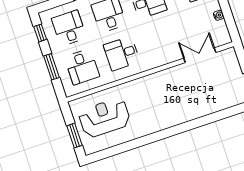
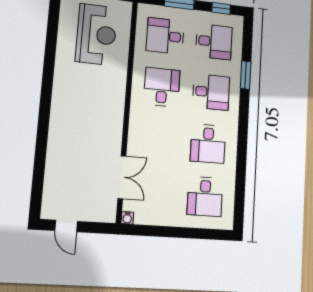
water cooler: (219, 15) -> (127, 218), moved

